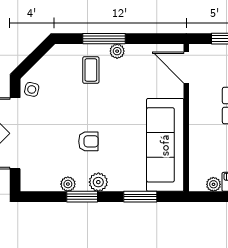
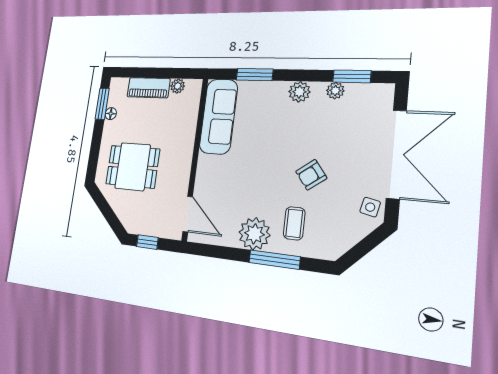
plant: (117, 51) -> (254, 234), width x1.88, depth x1.88
armchair: (88, 141) -> (311, 175), moved, turned -37
sofa: (165, 145) -> (219, 116), width x0.74, depth x0.79
window: (82, 197) -> (352, 76), moved

